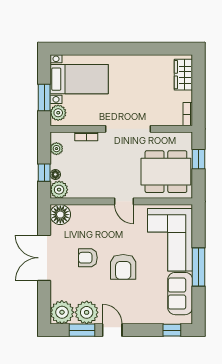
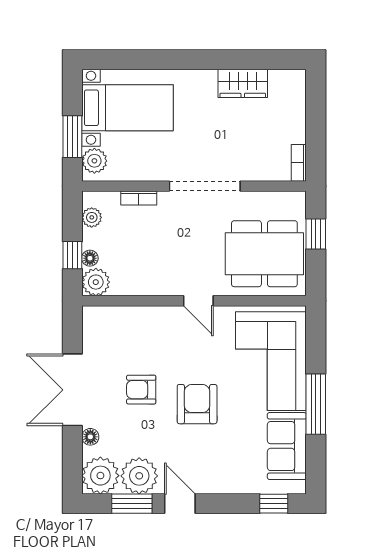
wardrobe: (183, 75) -> (243, 83), moved, turned -90
floor lamp: (60, 215) -> (90, 437), moved, width x0.53, depth x0.53
armchair: (123, 267) -> (197, 404), turned 180

